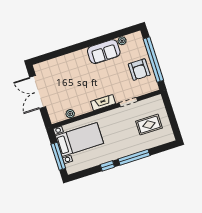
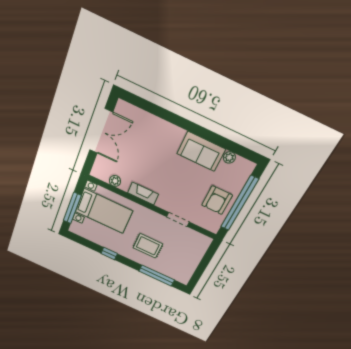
double door: (38, 92) -> (101, 131), swing flipped
fireplace: (103, 103) -> (143, 194), moved
rug: (149, 125) -> (148, 246), moved
window: (134, 157) -> (157, 276), moved

